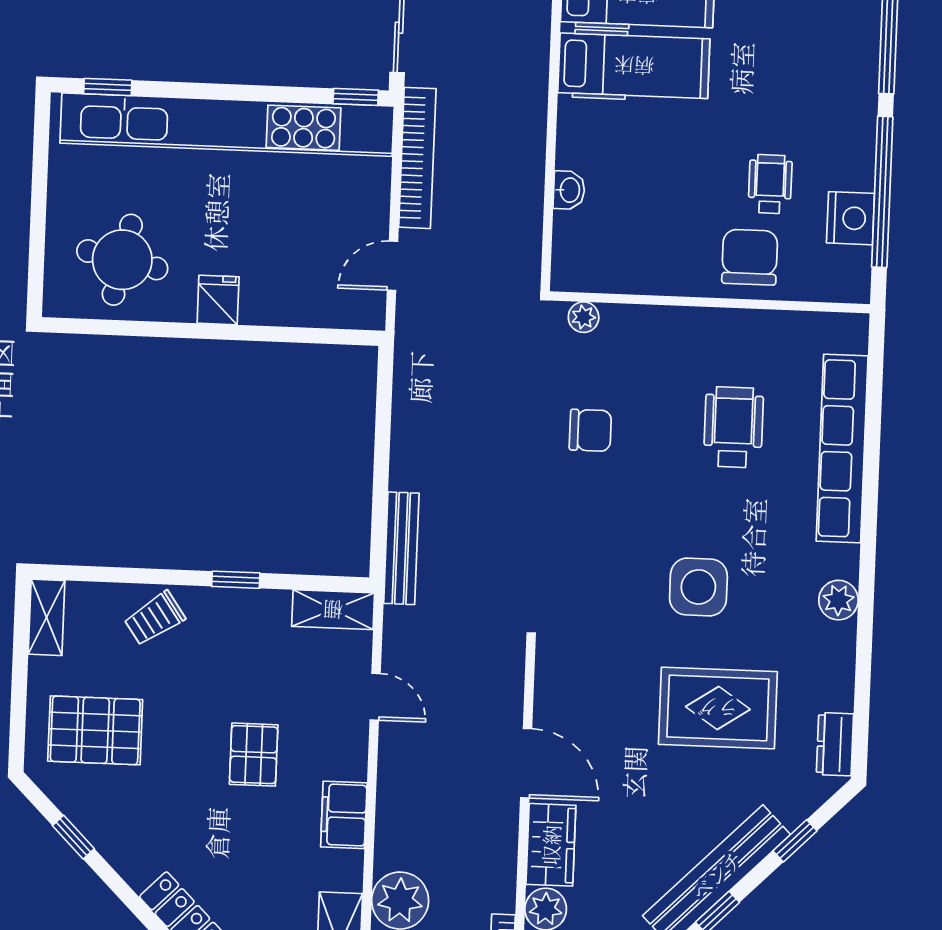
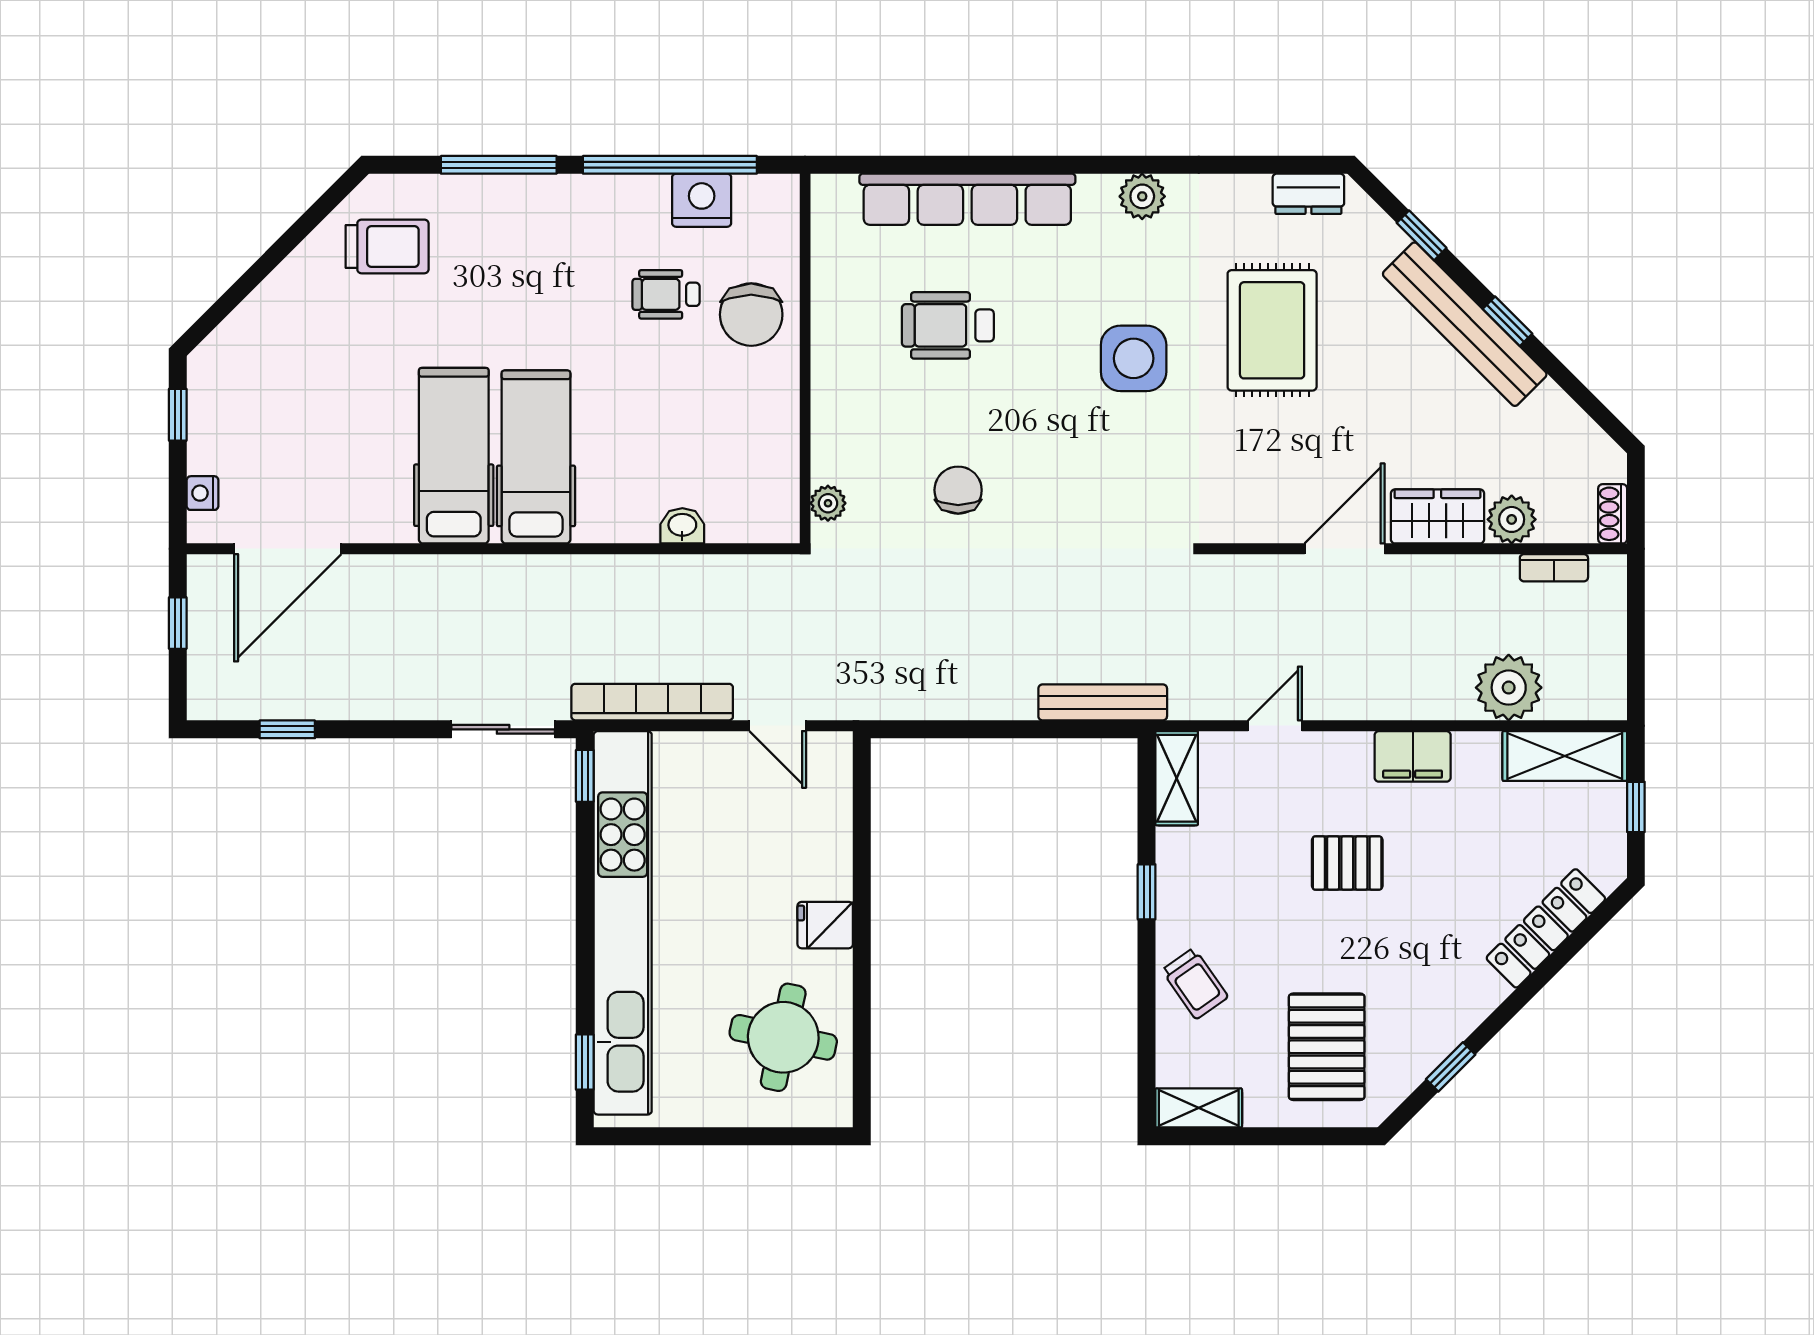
chair: (750, 257) -> (751, 315), turned -90

